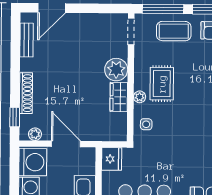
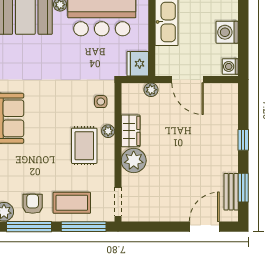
window: (15, 44) -> (243, 188), added
shoe rack: (26, 93) -> (231, 134), removed
window: (15, 117) -> (243, 140), moved
plant: (35, 134) -> (151, 90), moved
washing machine: (33, 162) -> (230, 66), width x0.53, depth x0.53

